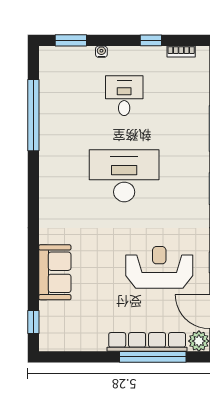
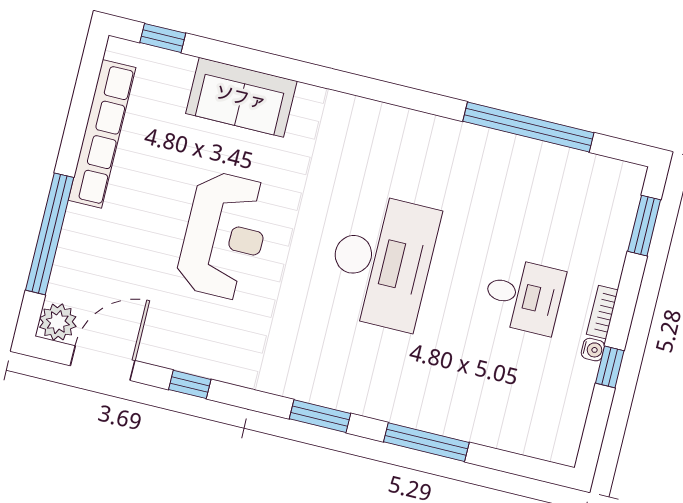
bookcase: (181, 51) -> (602, 312), moved
water cooler: (101, 52) -> (593, 350), moved
reception desk: (159, 267) -> (224, 236), moved
row of seats: (147, 342) -> (102, 134), moved

